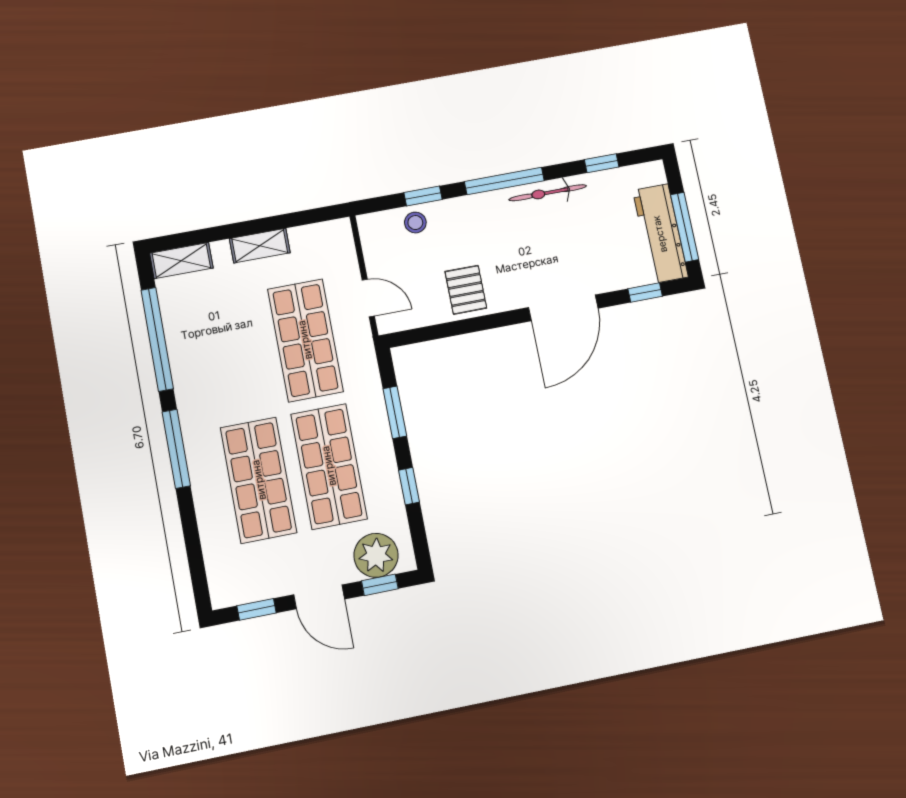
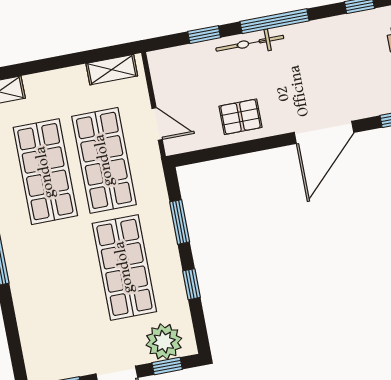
bicycle: (548, 193) -> (250, 43), moved
stool: (415, 223) -> (197, 58), removed
shelving: (260, 246) -> (112, 70), moved
pallet: (466, 290) -> (240, 117), turned 90
shop shelf: (259, 480) -> (45, 172), moved

